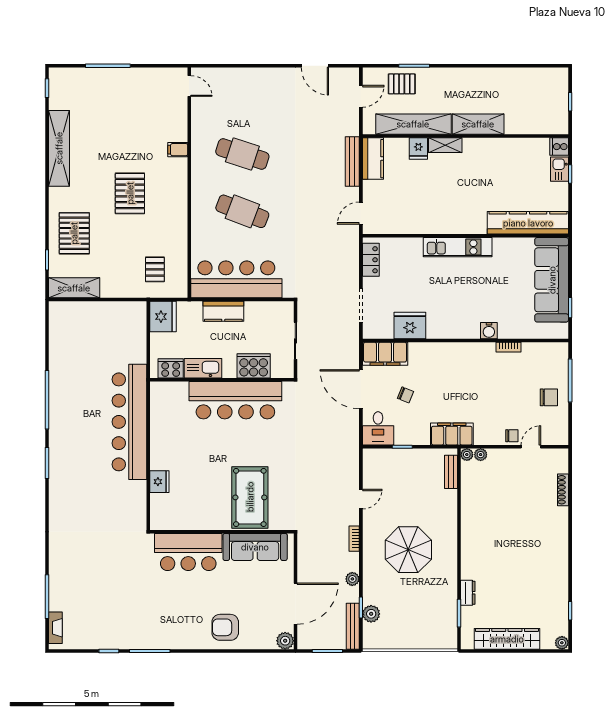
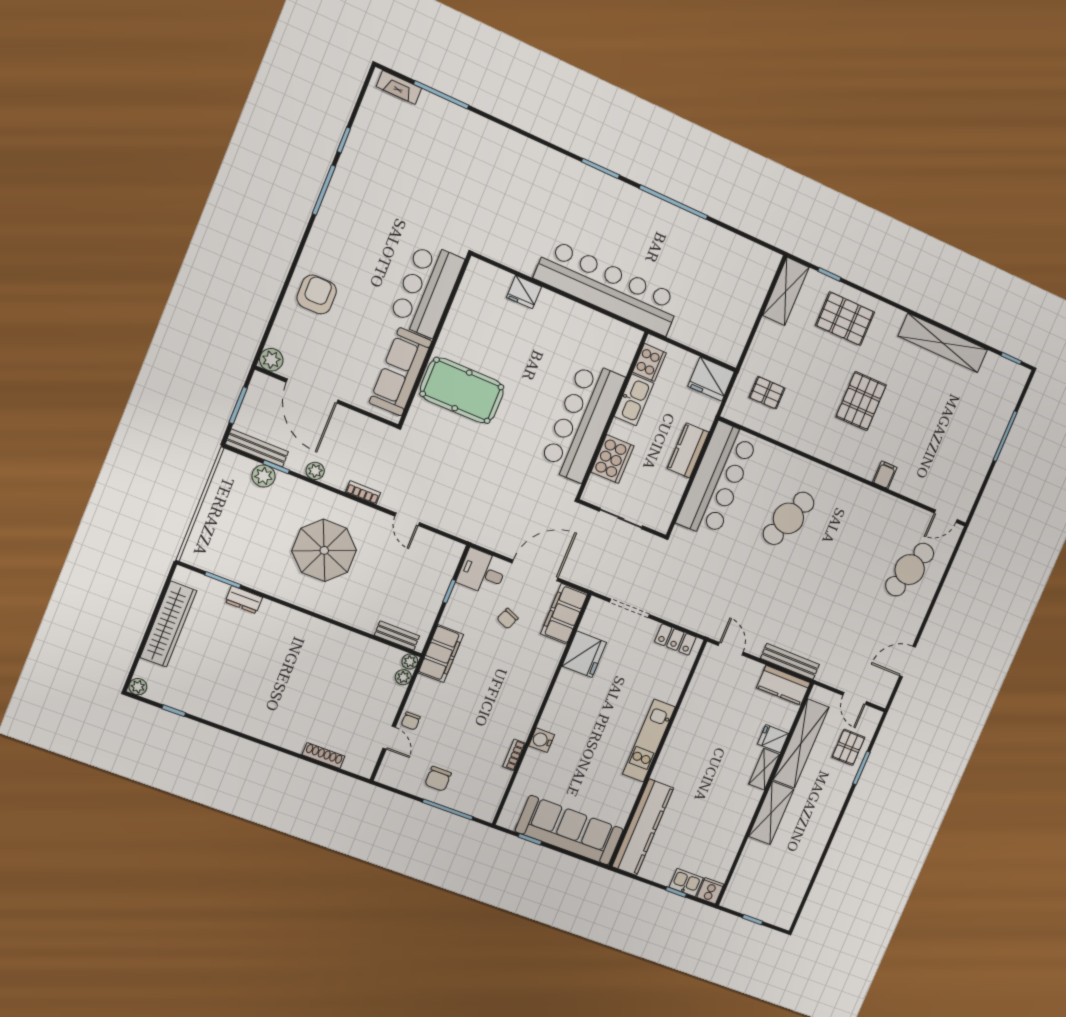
cafe table: (242, 154) -> (910, 570), moved
pallet: (130, 193) -> (861, 401), turned 90

